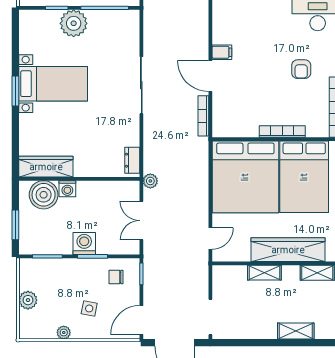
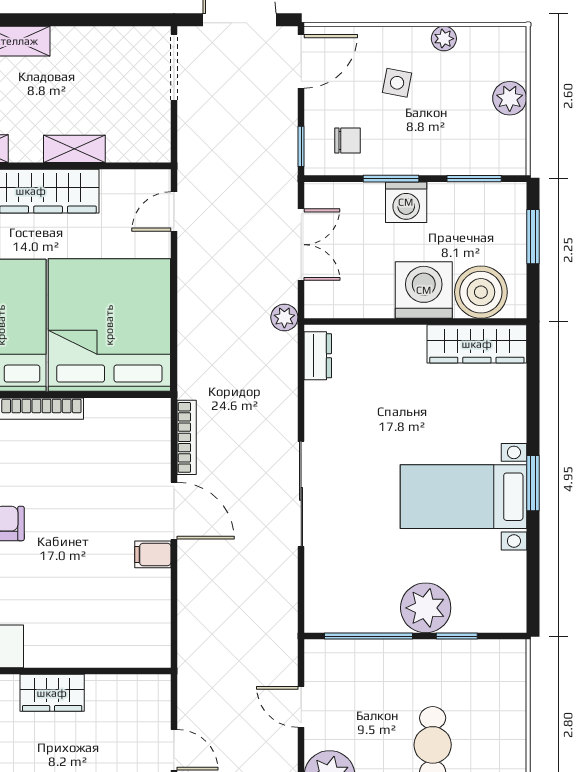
washing machine: (67, 189) -> (424, 290), width x1.89, depth x1.89

